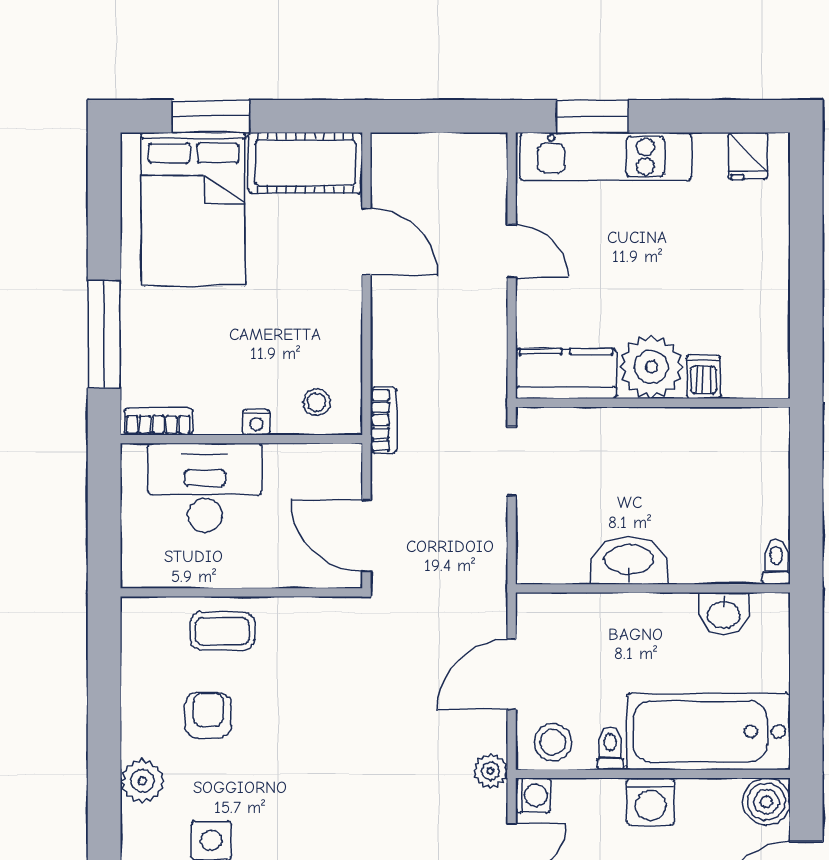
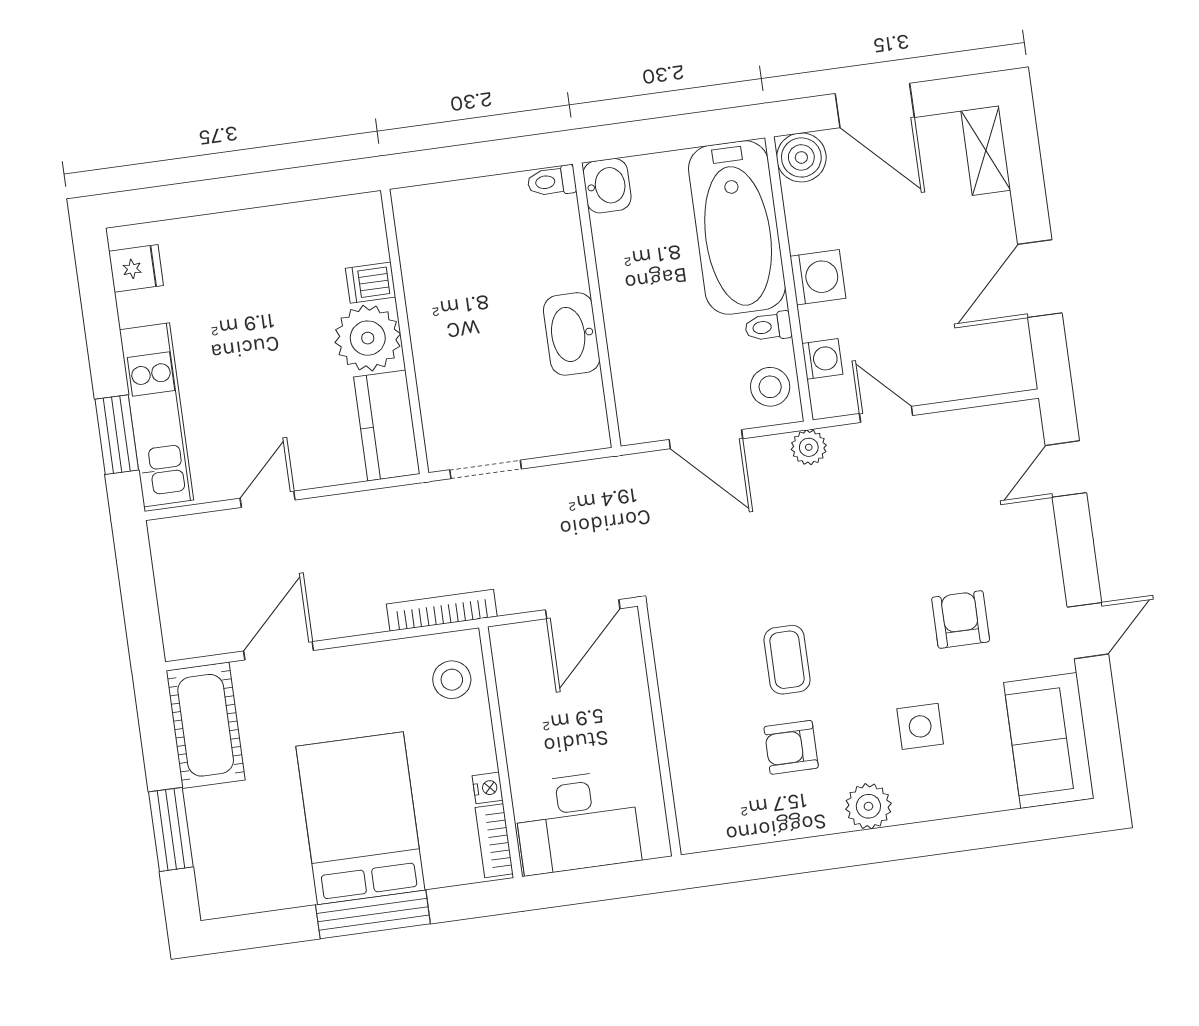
bed: (193, 209) -> (360, 818), moved, turned -90
window: (104, 334) -> (373, 914), moved
stool: (316, 402) -> (452, 680), width x1.37, depth x1.37
bookcase: (384, 420) -> (442, 610), width x1.56
nightstand: (257, 422) -> (488, 788), moved
desk: (205, 488) -> (577, 822), moved, turned -90
washbasin: (724, 614) -> (607, 186), moved
coffee table: (222, 631) -> (787, 660), moved
washing machine: (533, 795) -> (822, 359), moved, turned 90

